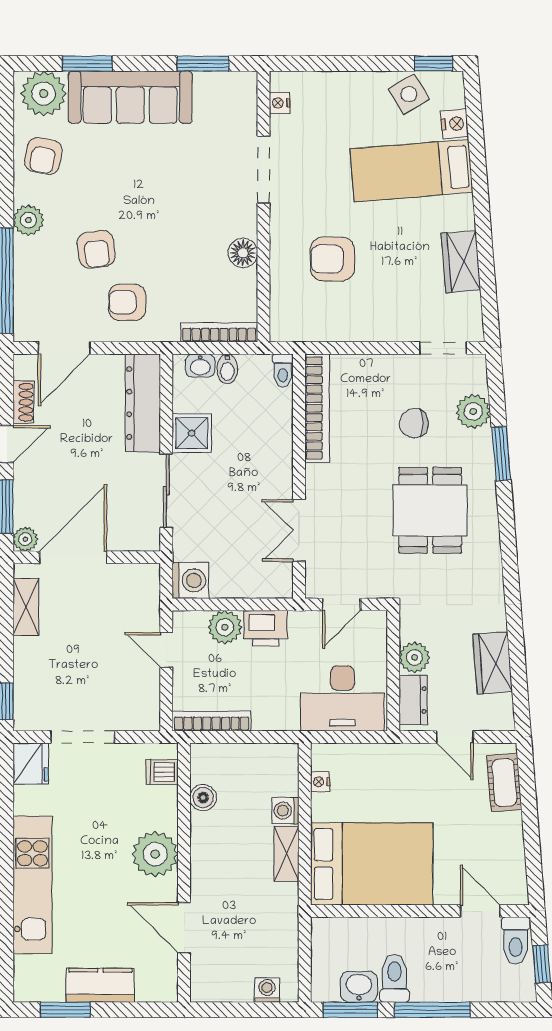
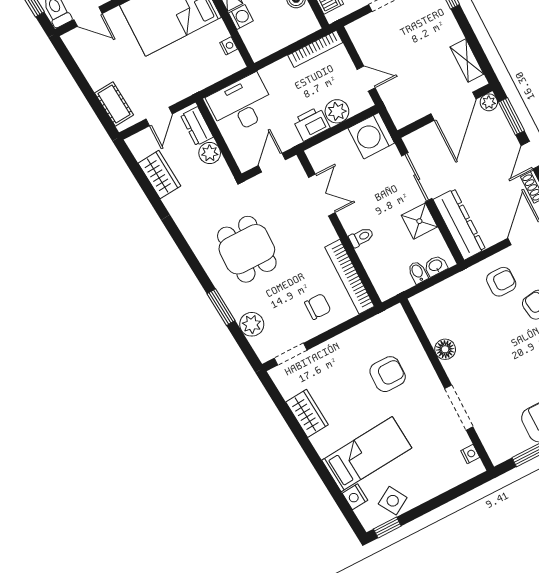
bookcase: (219, 332) -> (434, 292), removed
toilet: (283, 371) -> (361, 237), moved, turned 90
chair: (414, 423) -> (318, 307), moved
washing machine: (190, 580) -> (371, 136), width x1.37, depth x1.37
door: (455, 737) -> (159, 117), swing flipped

